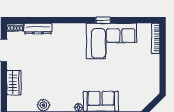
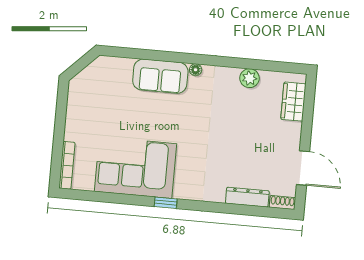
window: (103, 20) -> (166, 203), moved
wardrobe: (14, 83) -> (293, 102), moved

